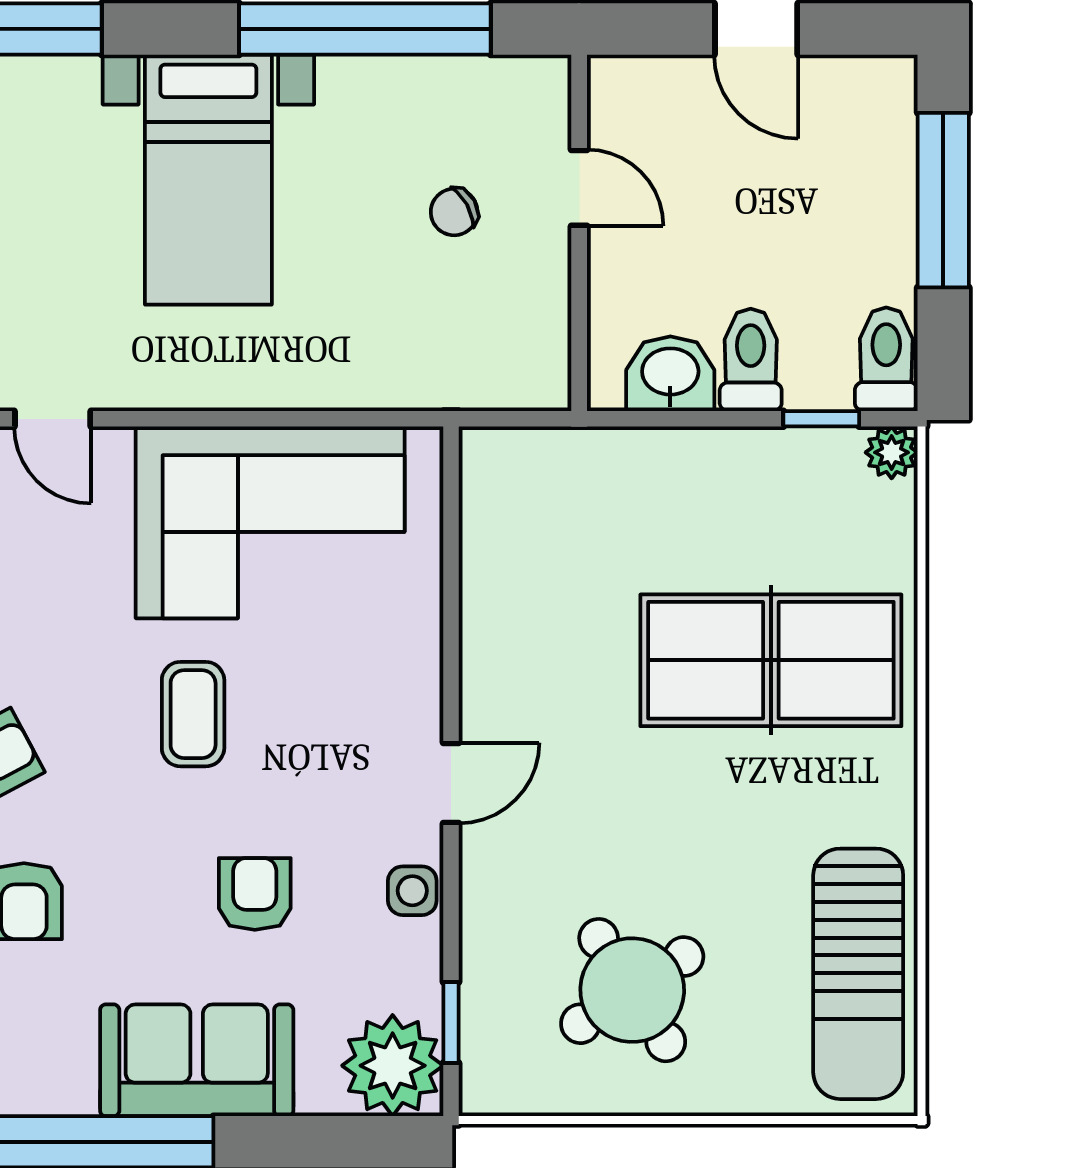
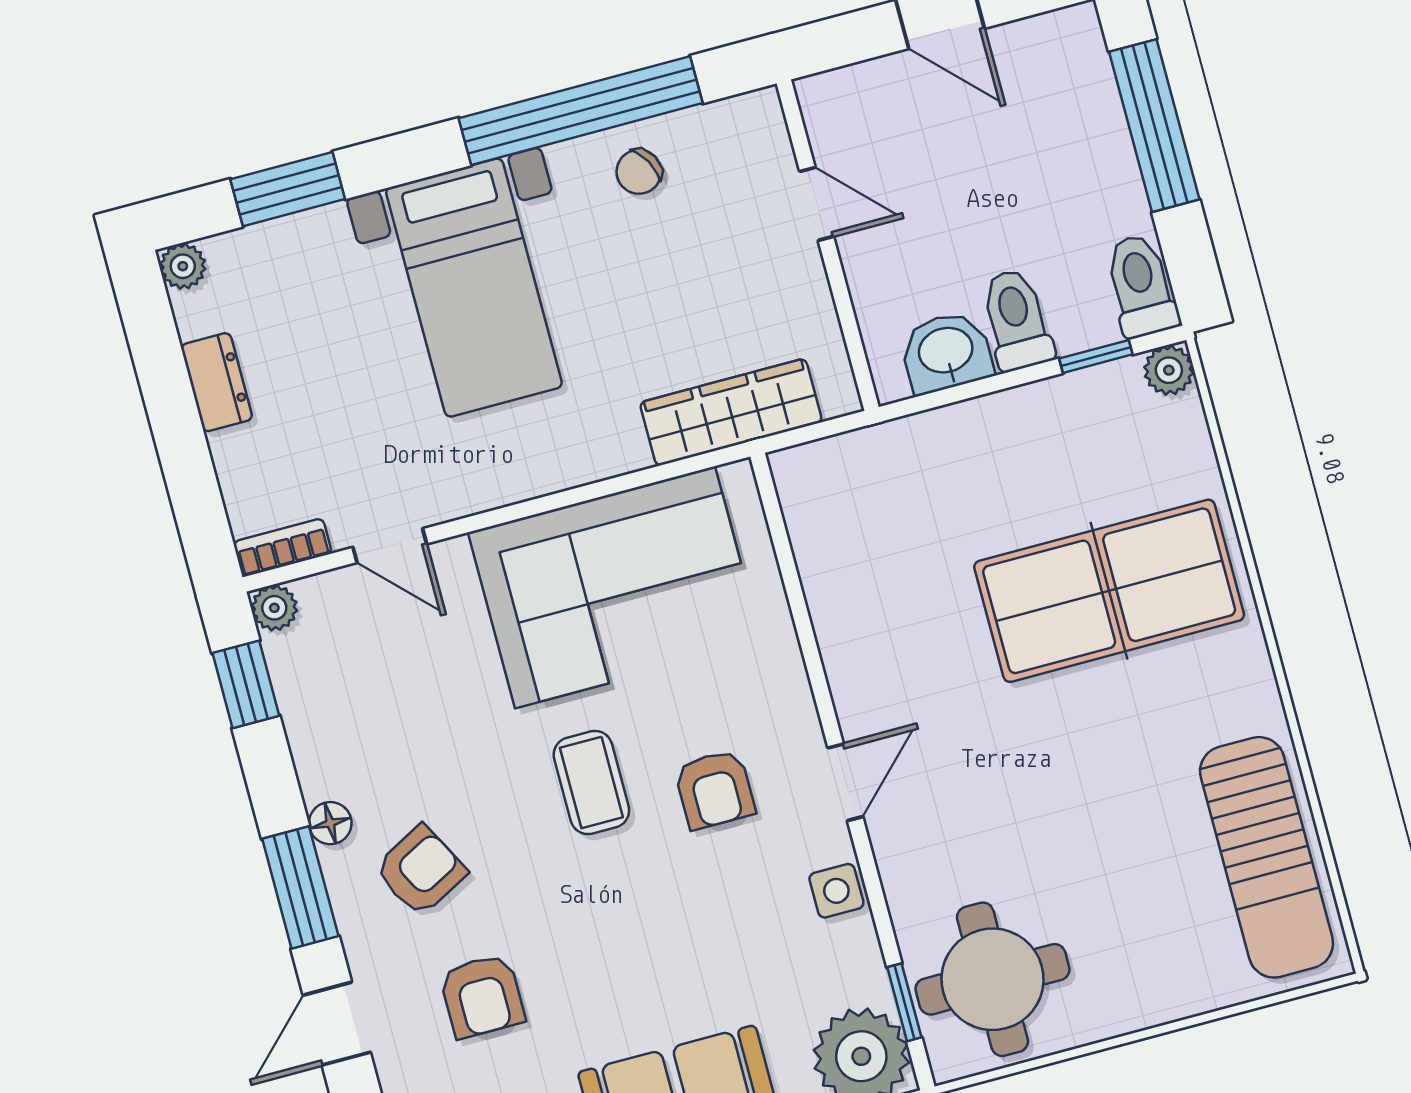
chair: (454, 212) -> (639, 172), moved
wardrobe: (435, 376) -> (731, 412), added
armchair: (255, 894) -> (715, 789), moved, turned 180
round table: (632, 990) -> (993, 979), moved, turned 33

